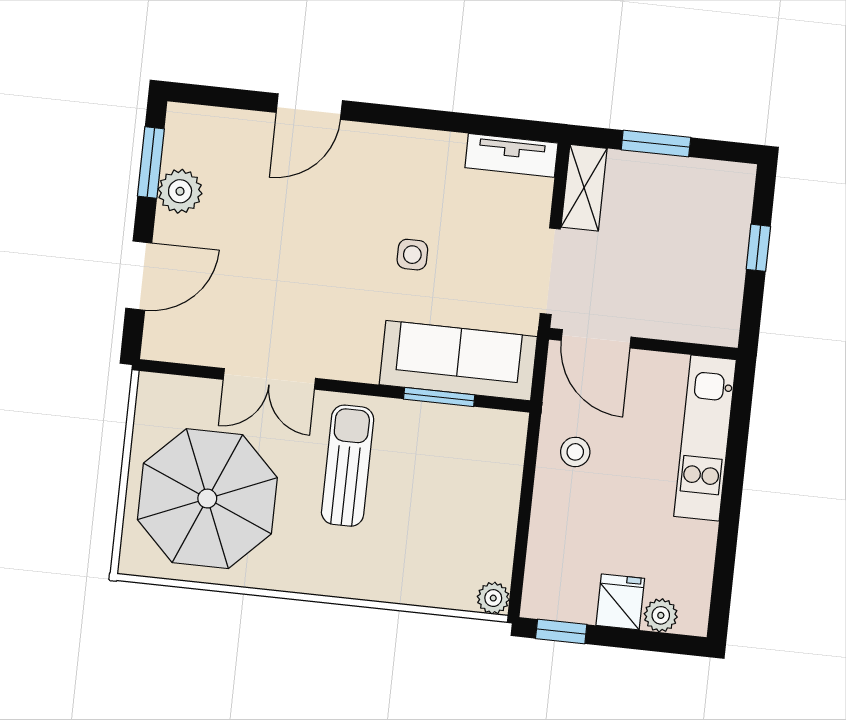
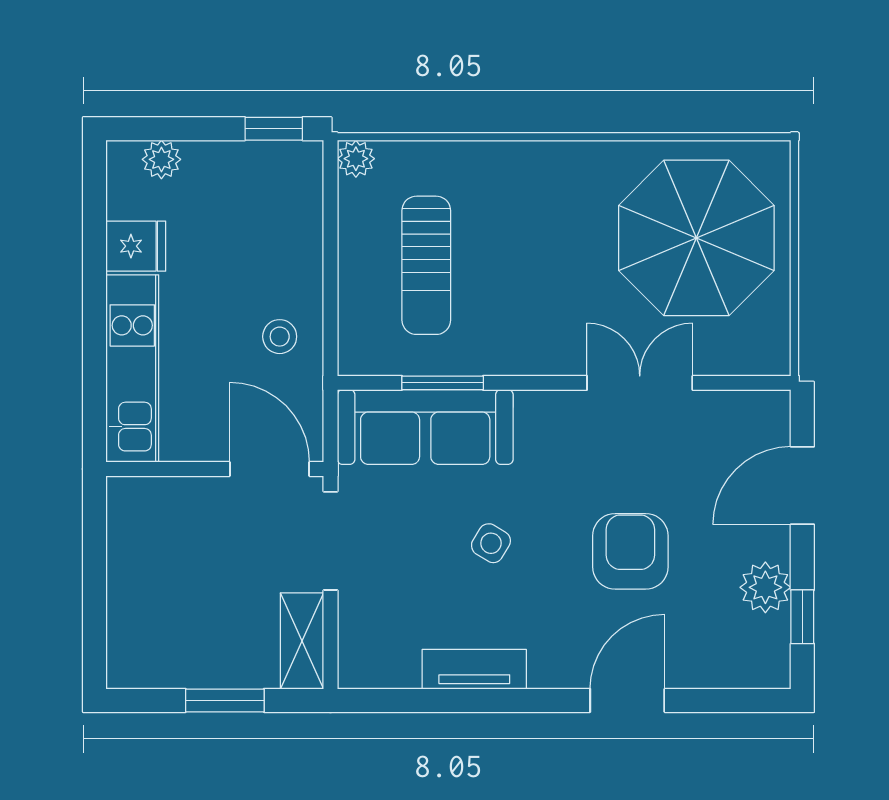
tv unit: (511, 155) -> (474, 669), moved
window: (151, 162) -> (802, 617), width x0.67
armchair: (293, 235) -> (630, 551), added
window: (758, 248) -> (95, 593), removed
side table: (412, 255) -> (491, 543), turned 31
sun lounger: (348, 466) -> (426, 265), moved
fridge: (620, 602) -> (136, 246), moved, turned -90

